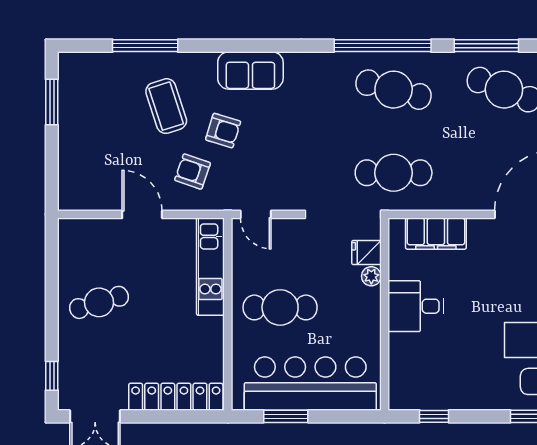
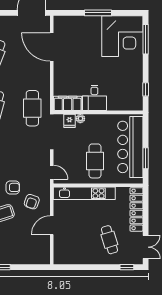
armchair: (223, 131) -> (13, 187), turned 73
door: (256, 214) -> (52, 172), hinge flipped
filing cabinet: (436, 234) -> (68, 103), moved, turned -90
kitchen unit: (210, 267) -> (84, 193), width x1.36
cafe table: (99, 302) -> (109, 240), moved

